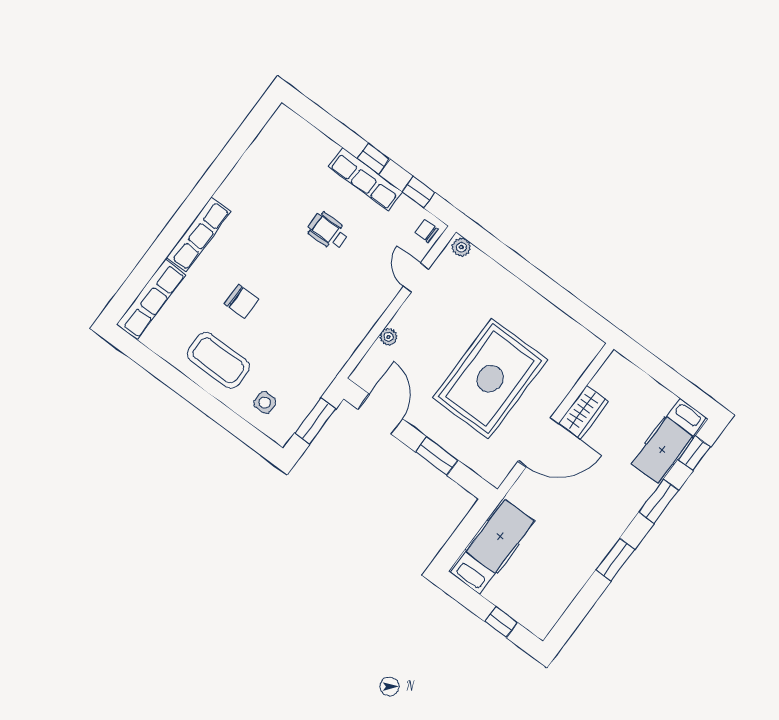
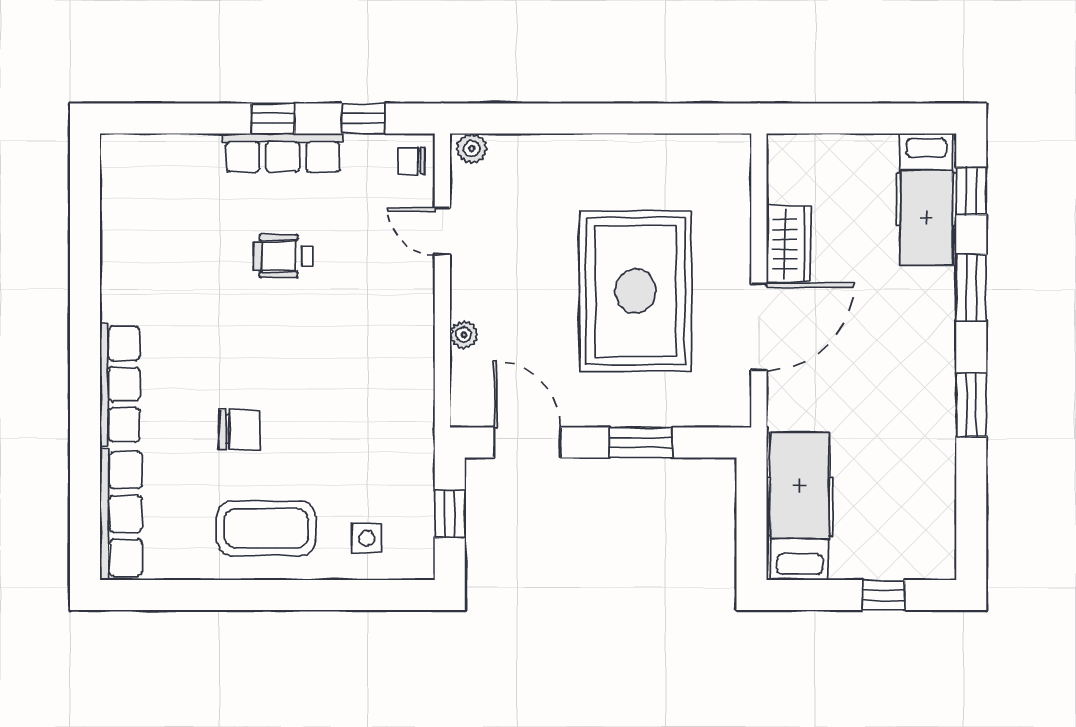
window: (315, 421) -> (450, 514), width x0.67

